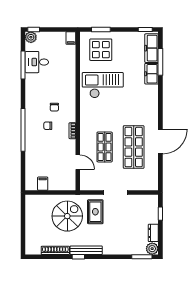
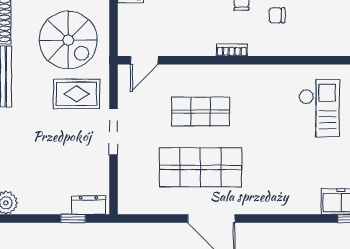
checkout: (103, 85) -> (319, 108), width x0.73, depth x0.83
door: (78, 162) -> (144, 60), moved
dresser: (153, 233) -> (88, 205), moved

